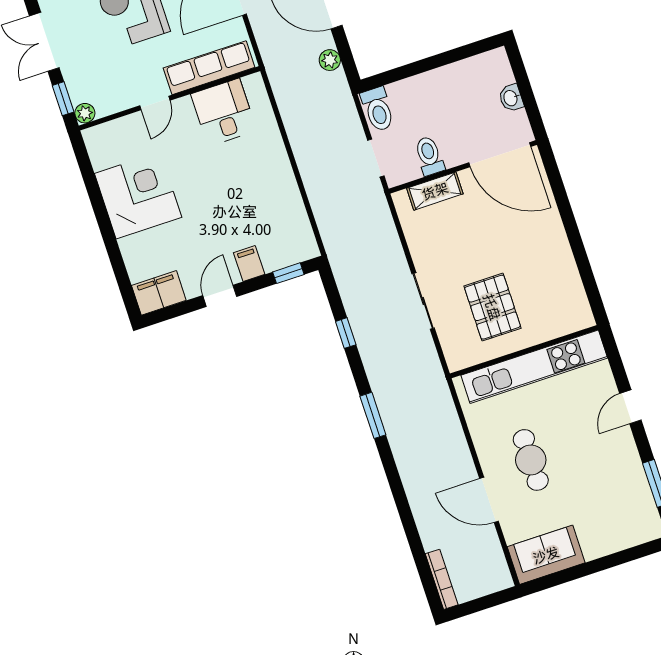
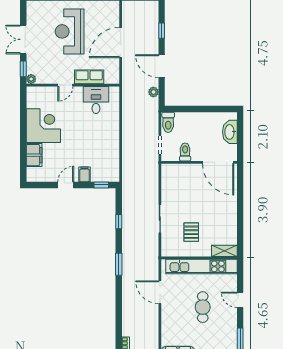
row of seats: (209, 68) -> (89, 77), width x0.68
washbasin: (511, 98) -> (230, 132), width x1.91, depth x1.45
shelving: (435, 191) -> (224, 251), moved
filing cabinet: (159, 293) -> (34, 155), moved, turned 90
pallet: (492, 307) -> (191, 232), width x0.67, depth x0.71
door: (630, 407) -> (240, 300), hinge flipped
cafe table: (531, 460) -> (203, 307), moved
door: (489, 500) -> (160, 292), moved

